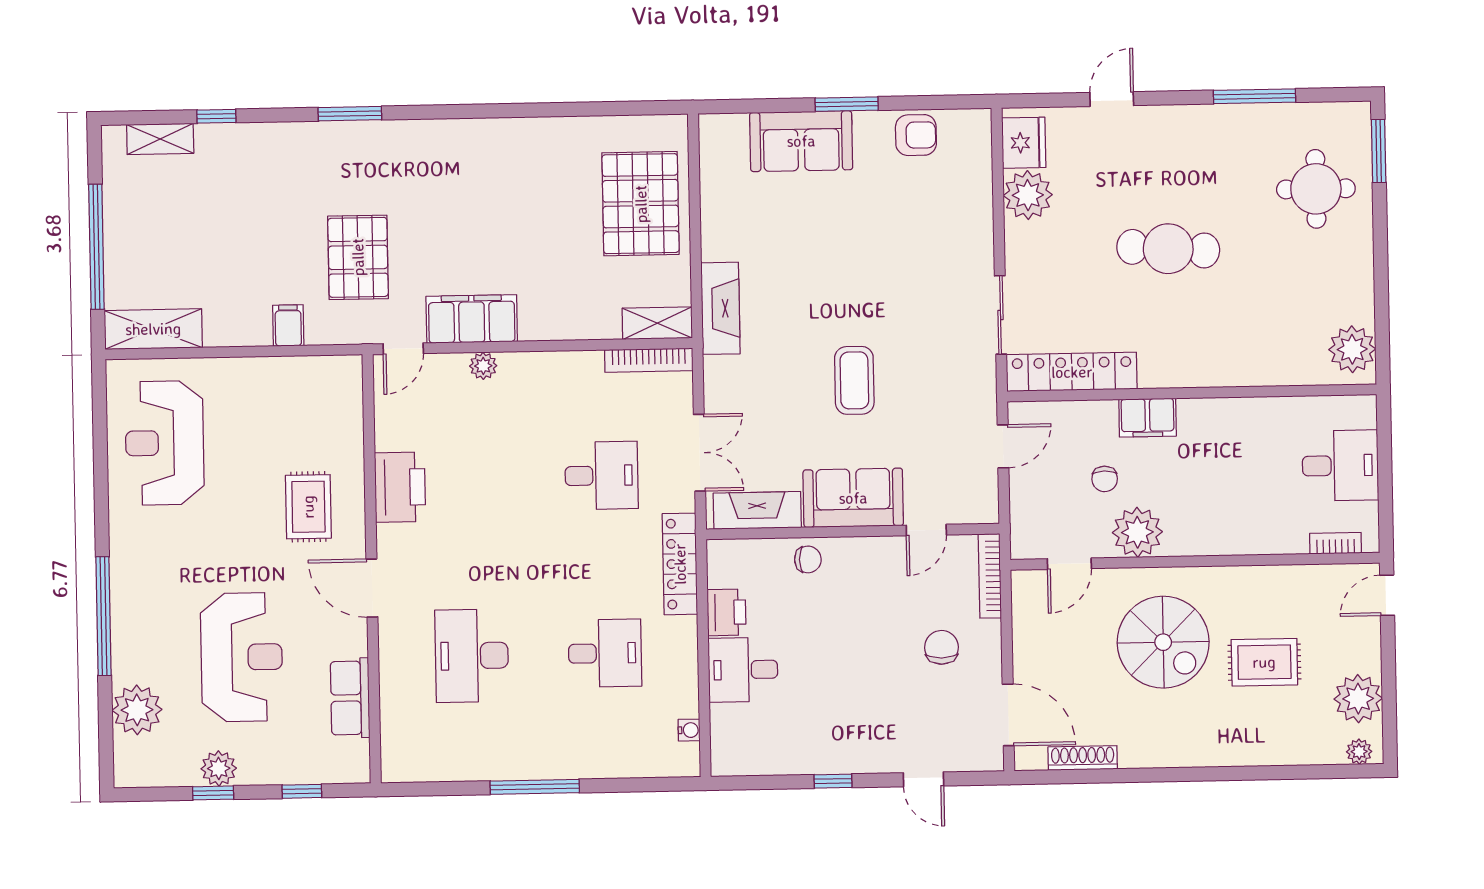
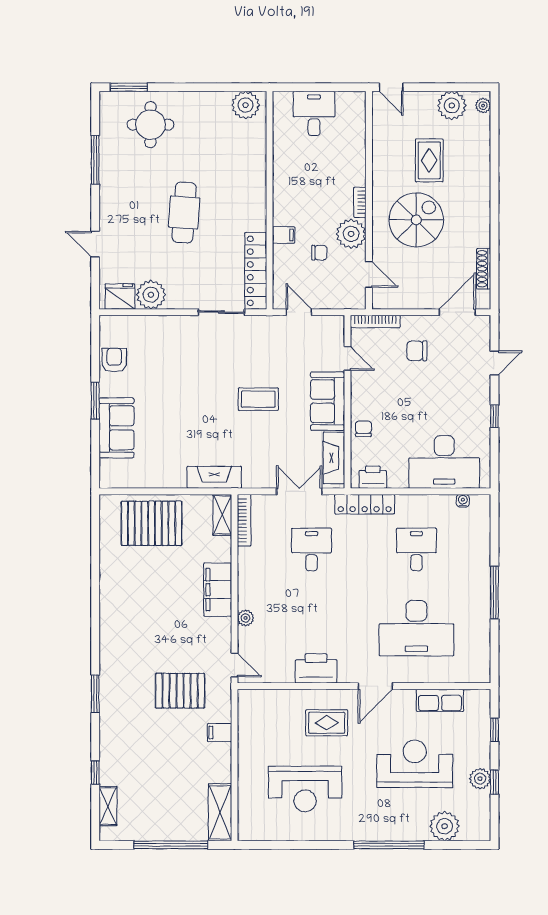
filing cabinet: (472, 319) -> (218, 590), moved
filing cabinet: (1148, 418) -> (284, 235), width x0.50
reception desk: (165, 443) -> (305, 789), moved
bookcase: (1336, 543) -> (360, 202), moved
printer: (727, 612) -> (373, 477), moved
desk: (472, 656) -> (416, 628), width x1.36, depth x1.30
desk: (743, 670) -> (444, 462), width x1.87, depth x1.30

